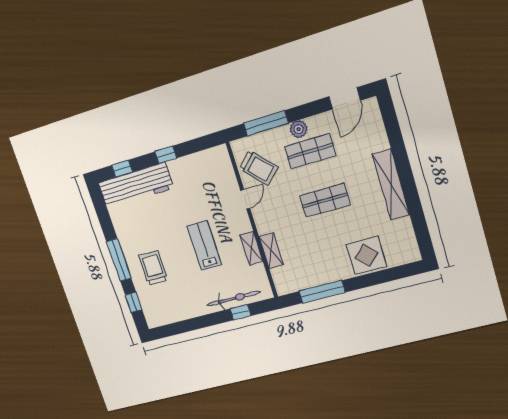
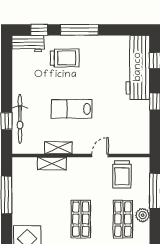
trolley: (259, 168) -> (122, 174), turned -47
door: (245, 199) -> (100, 155), swing flipped
lab bench: (204, 245) -> (72, 109), turned 180
workbench: (152, 311) -> (28, 43), added

